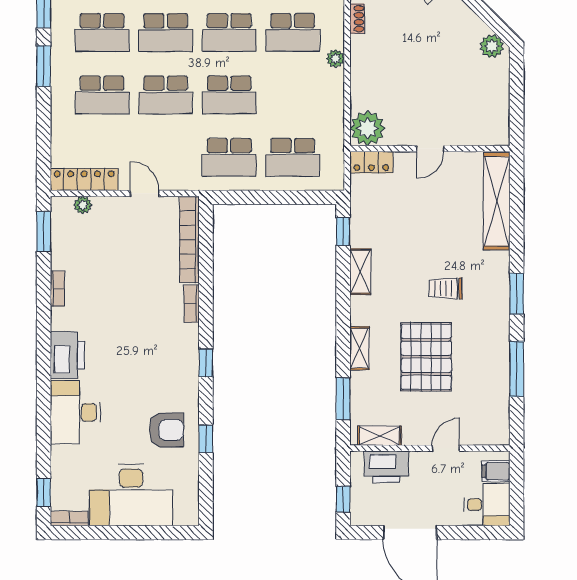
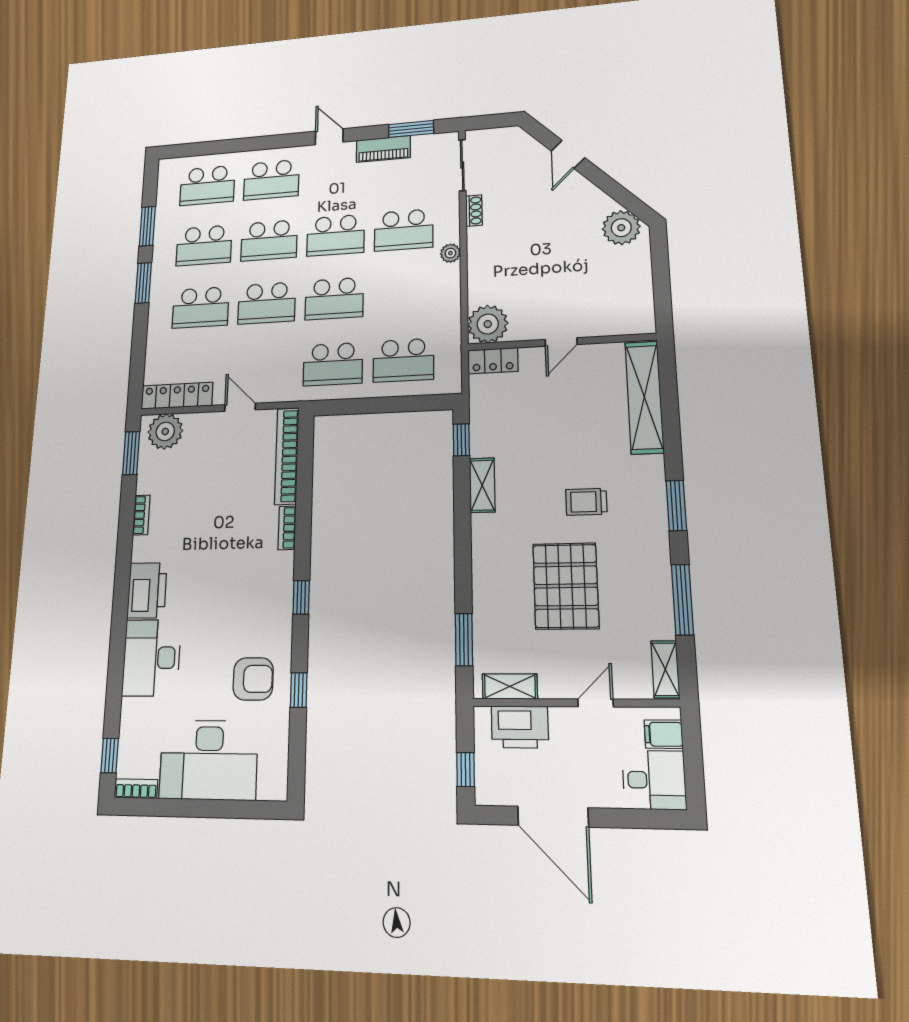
plant: (492, 46) -> (621, 228), width x1.36, depth x1.36
plant: (83, 205) -> (165, 431), width x1.88, depth x1.88
shelving: (360, 348) -> (665, 669), moved

